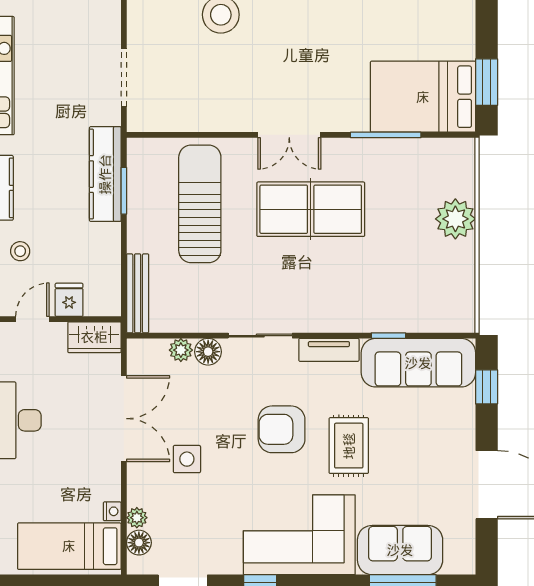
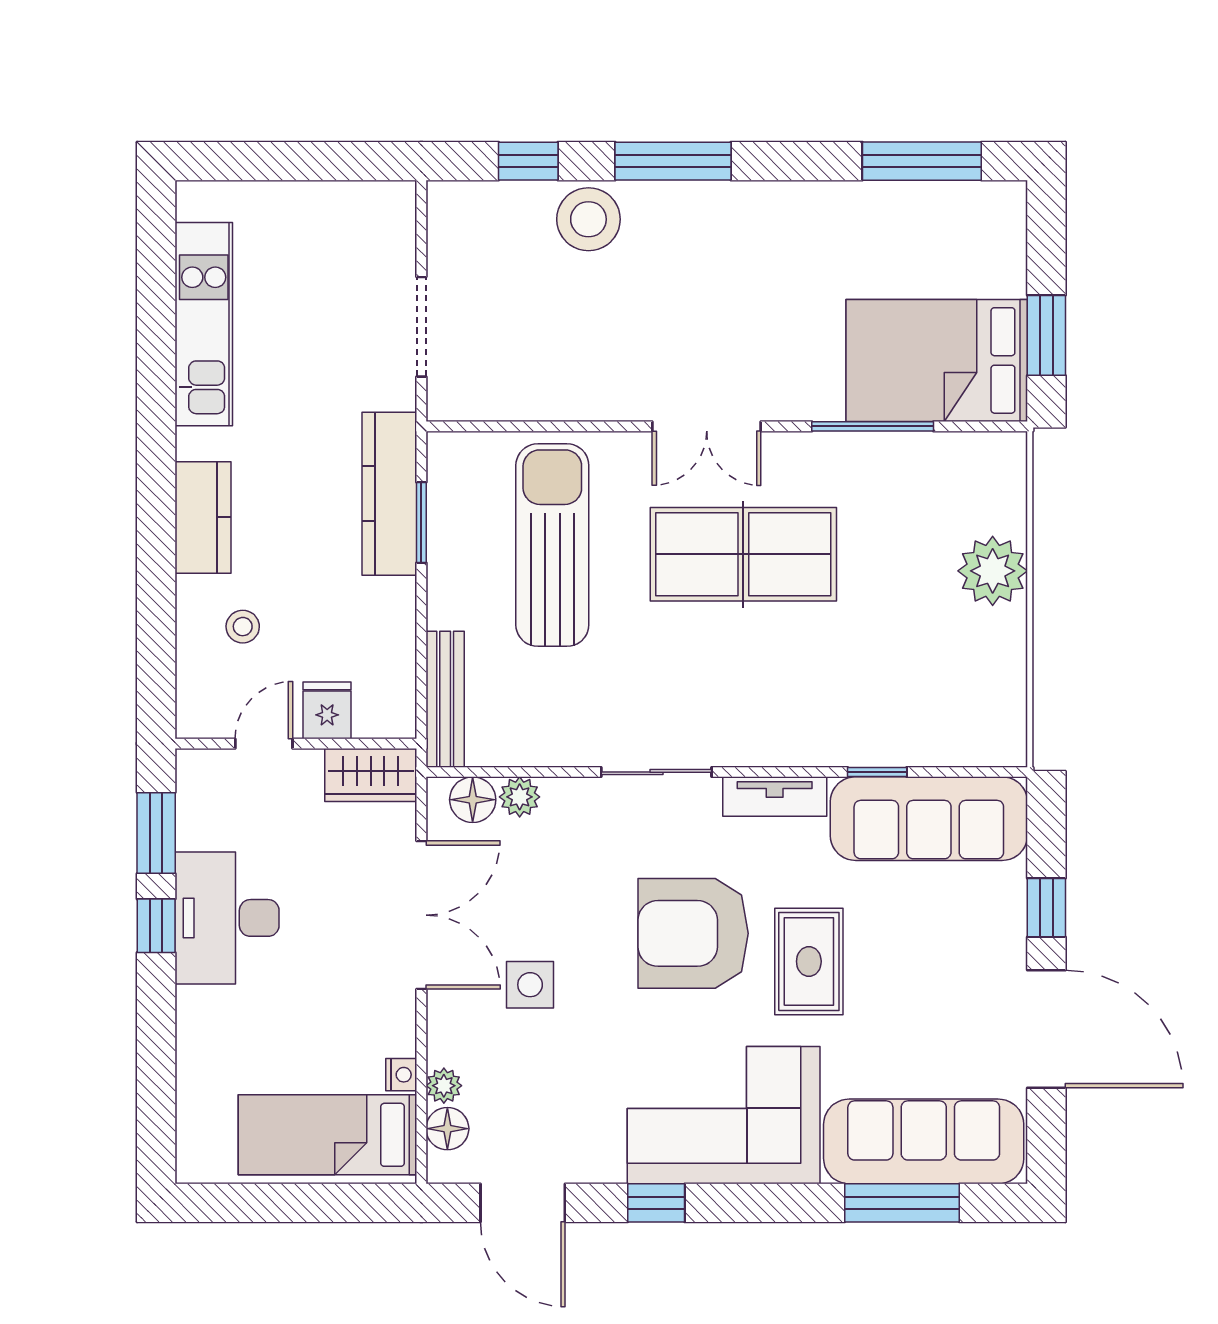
floor lamp: (208, 352) -> (473, 800), moved
window: (487, 387) -> (1046, 908), moved
armchair: (282, 429) -> (693, 933), width x1.36, depth x1.36
sofa: (400, 550) -> (924, 1141), width x1.36

